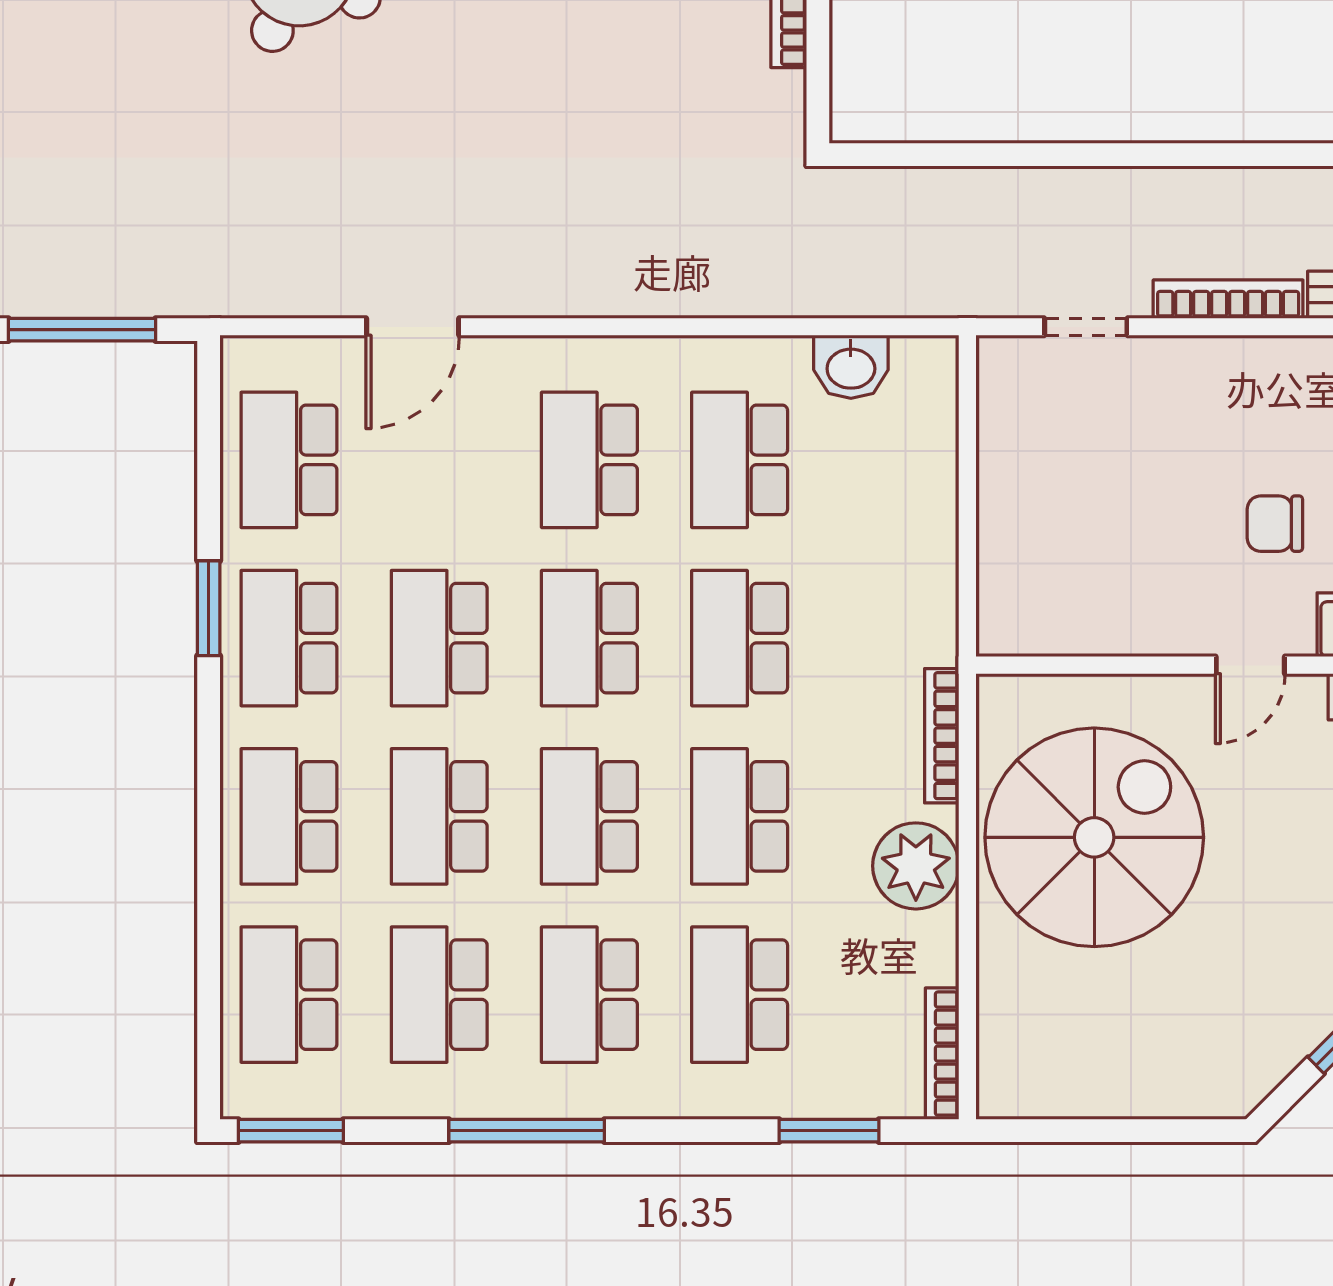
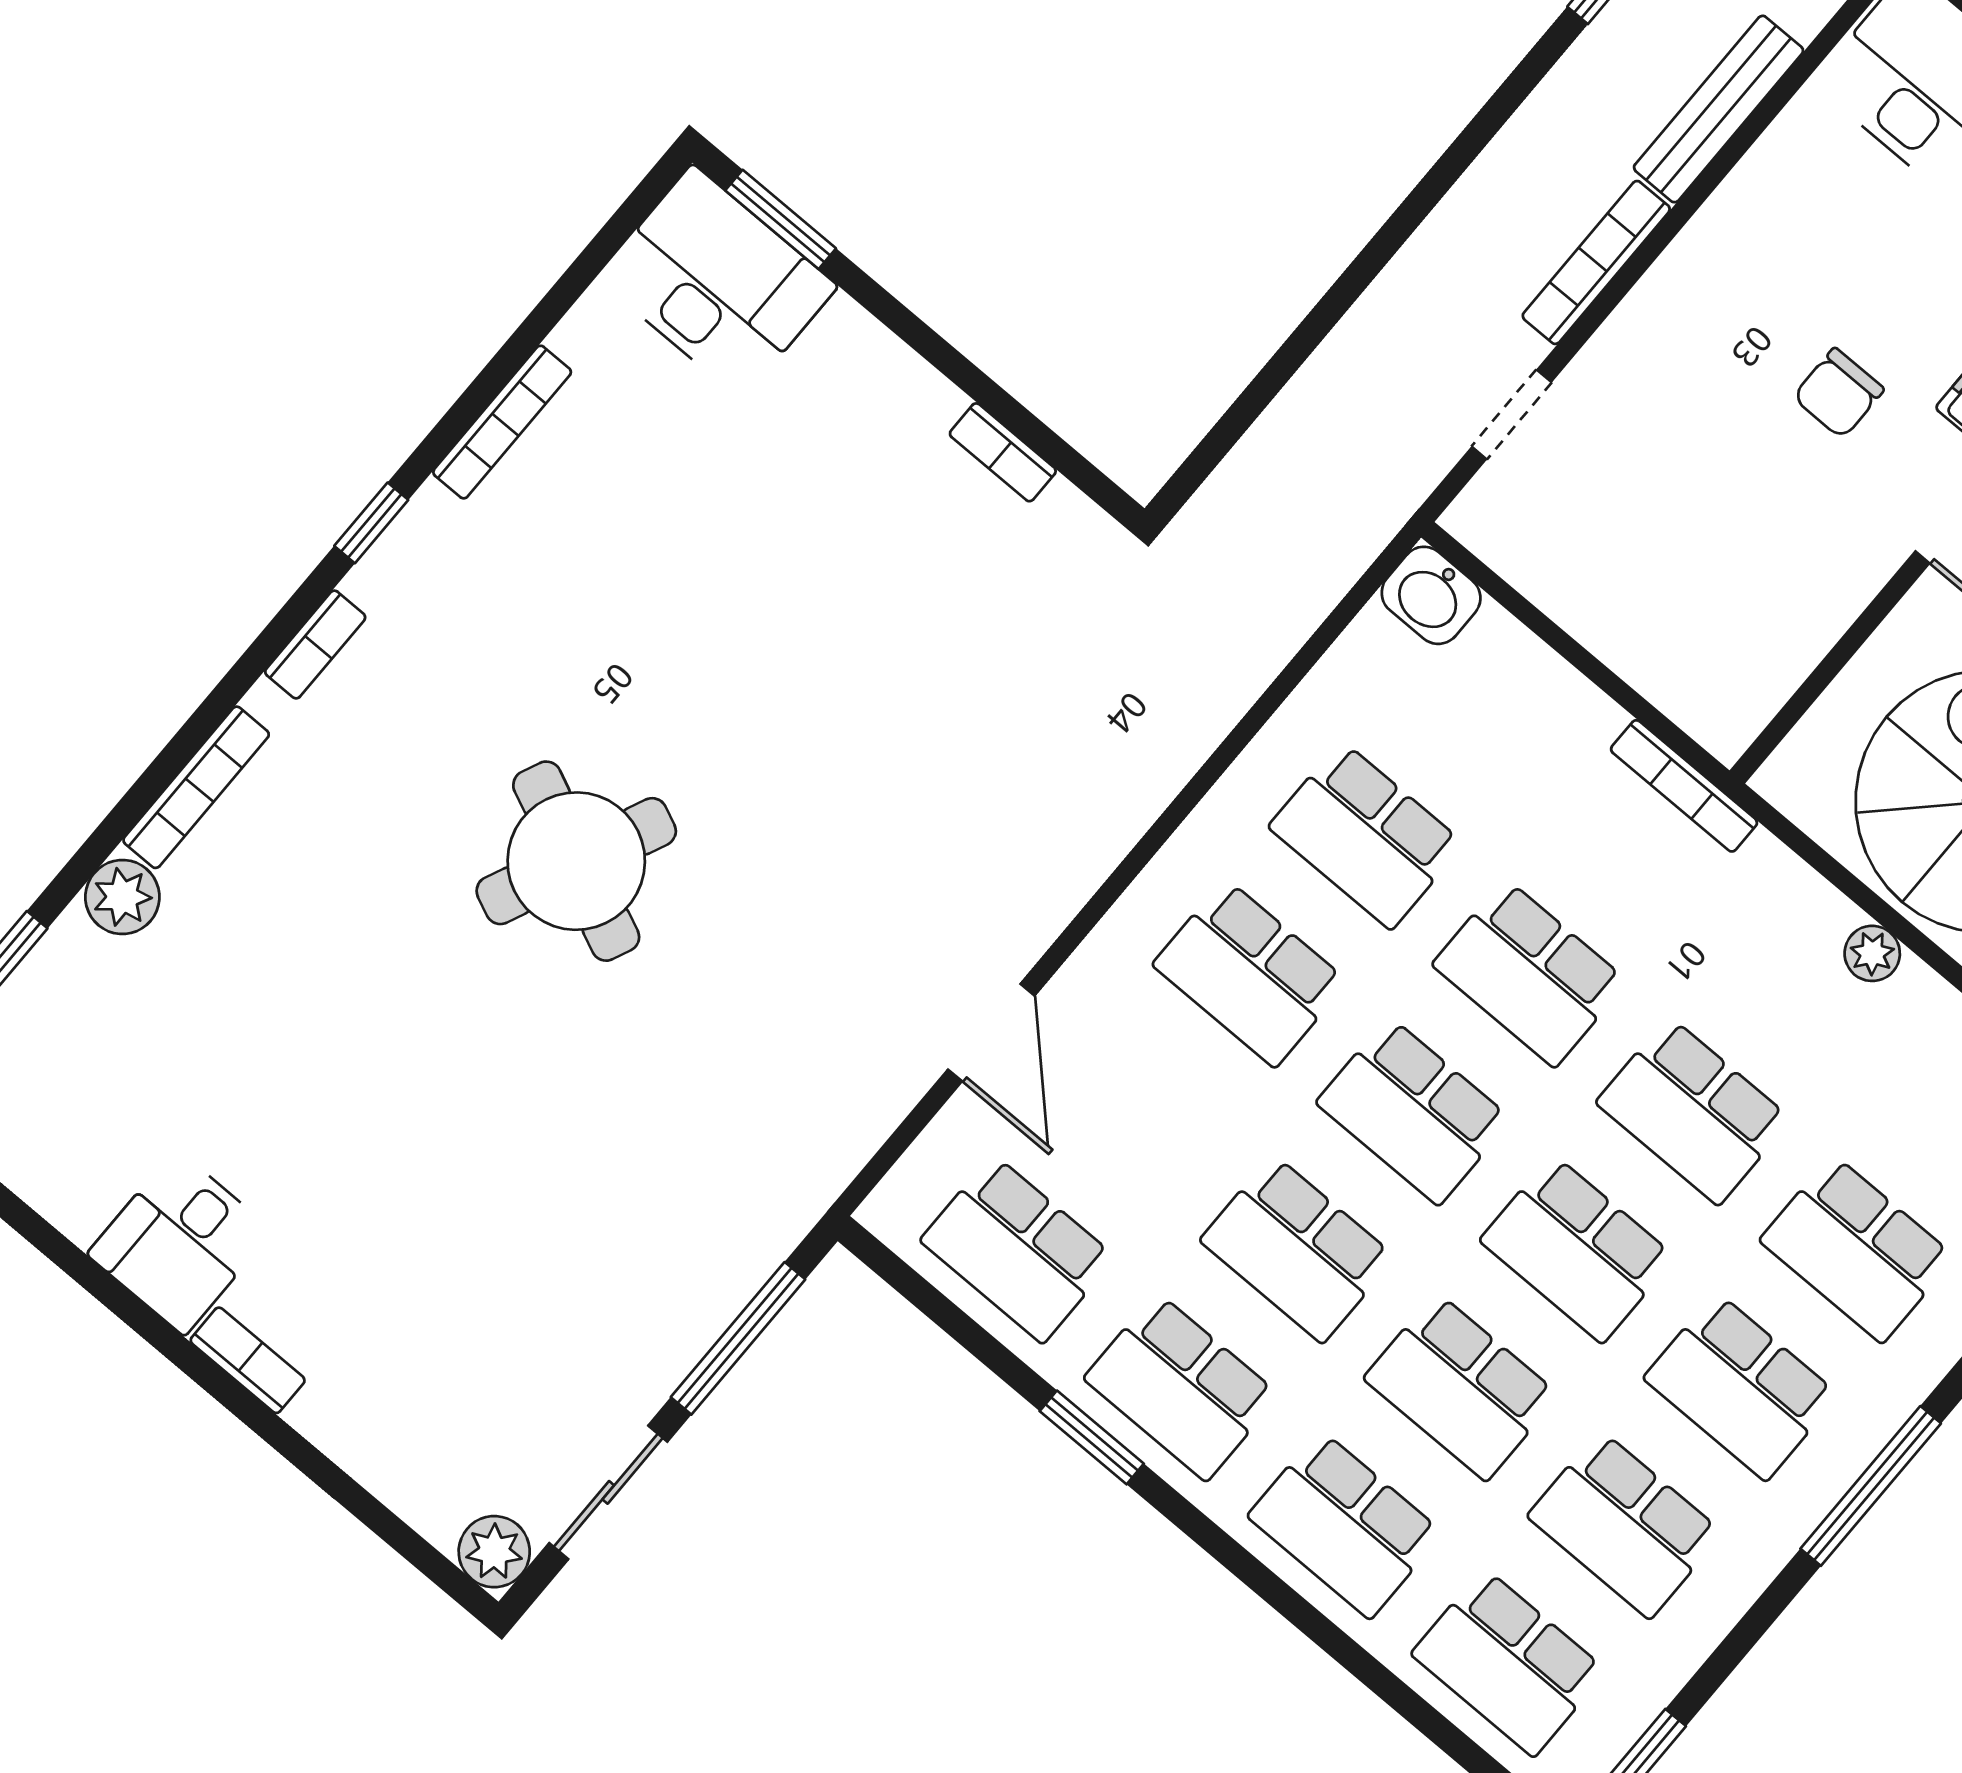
washbasin: (851, 367) -> (1431, 595), moved, turned 90
bookcase: (942, 736) -> (1684, 786), moved
plant: (916, 866) -> (1872, 953), width x0.53, depth x0.53
window: (527, 1131) -> (1871, 1486), moved

